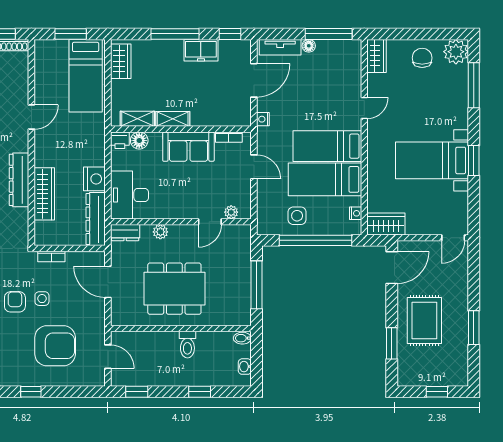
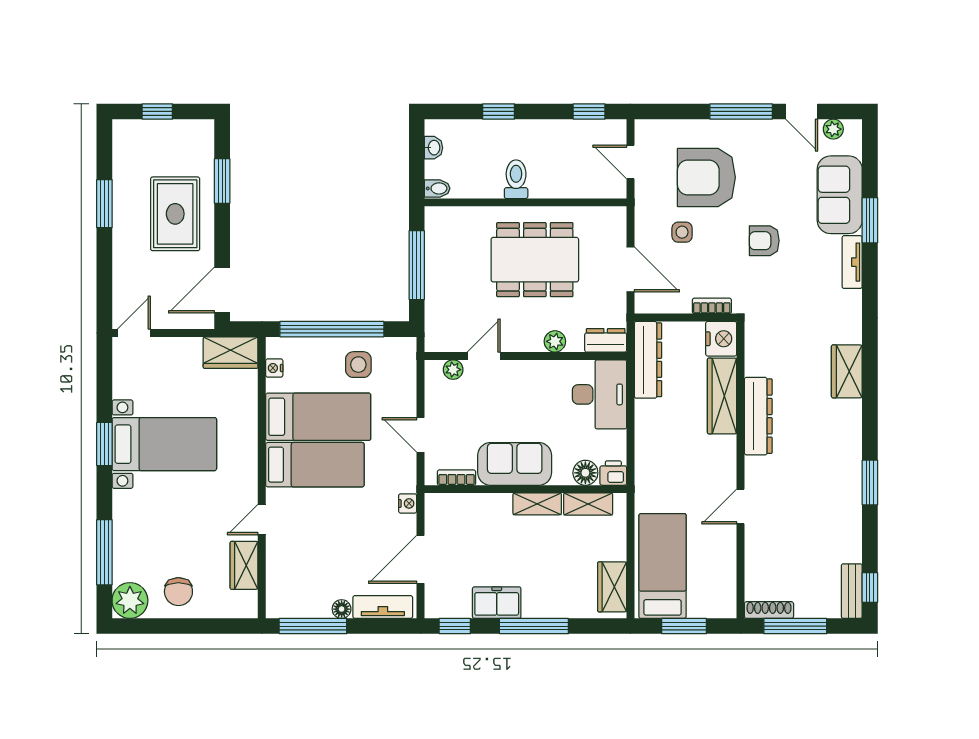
wardrobe: (377, 56) -> (244, 565), moved
nightstand: (94, 179) -> (721, 339), moved, turned 180
side table: (42, 299) -> (682, 232), moved
armchair: (15, 302) -> (764, 241), turned 90
window: (31, 392) -> (741, 111), width x2.17

